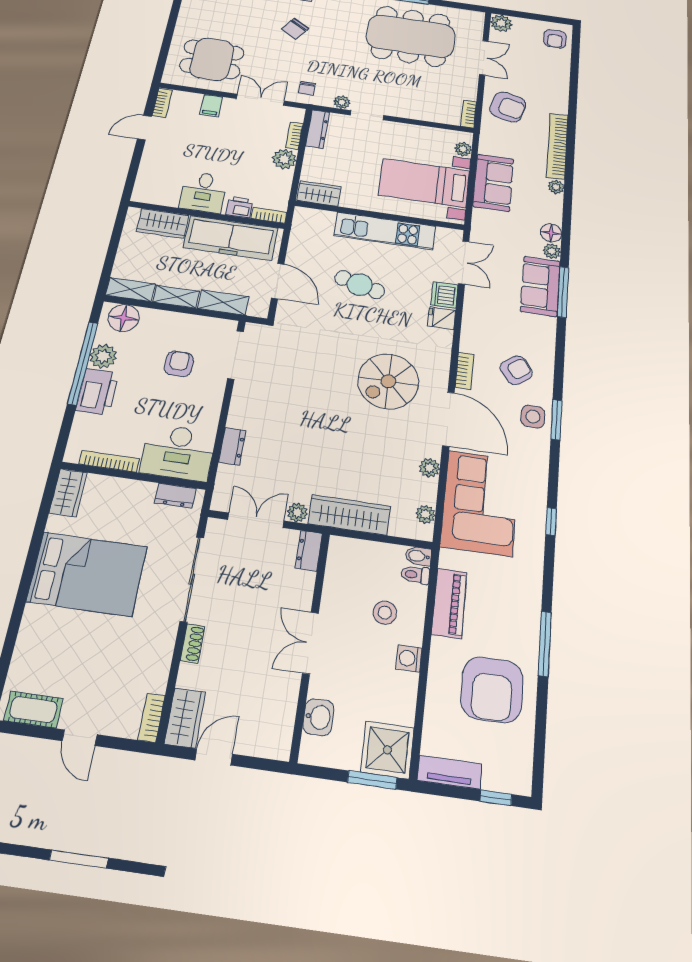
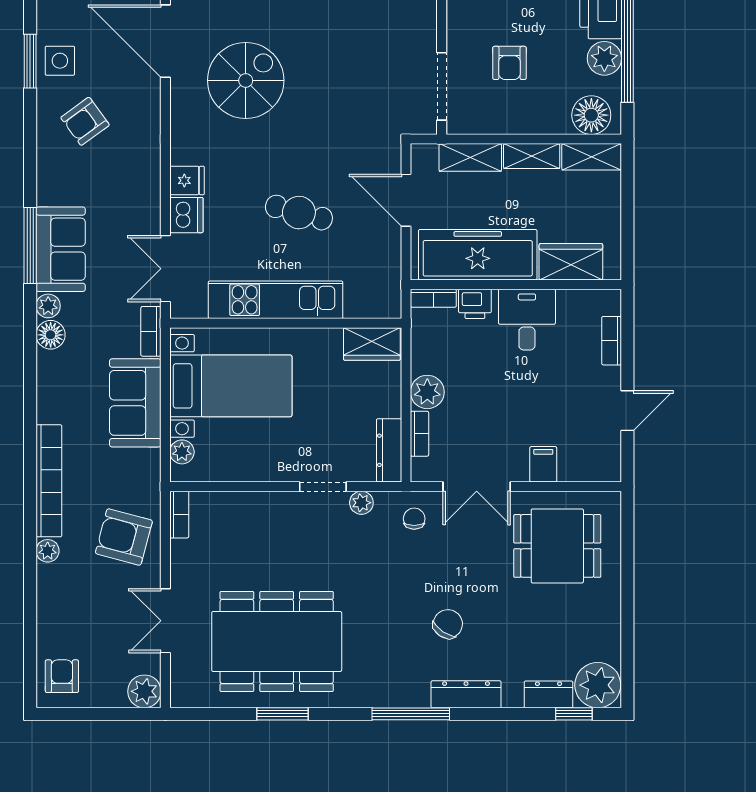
bookcase: (162, 103) -> (612, 341), moved
plant: (556, 187) -> (48, 551), moved
bookcase: (464, 371) -> (151, 331), moved

